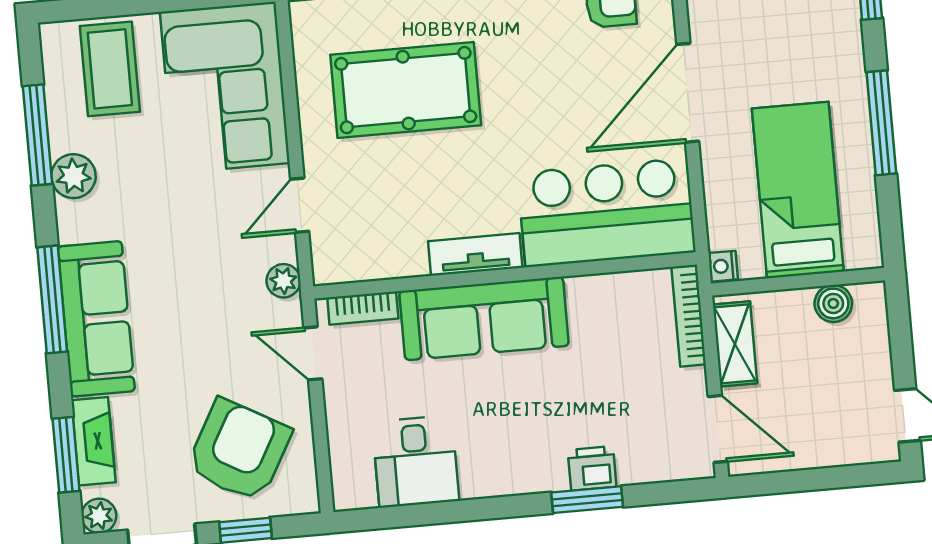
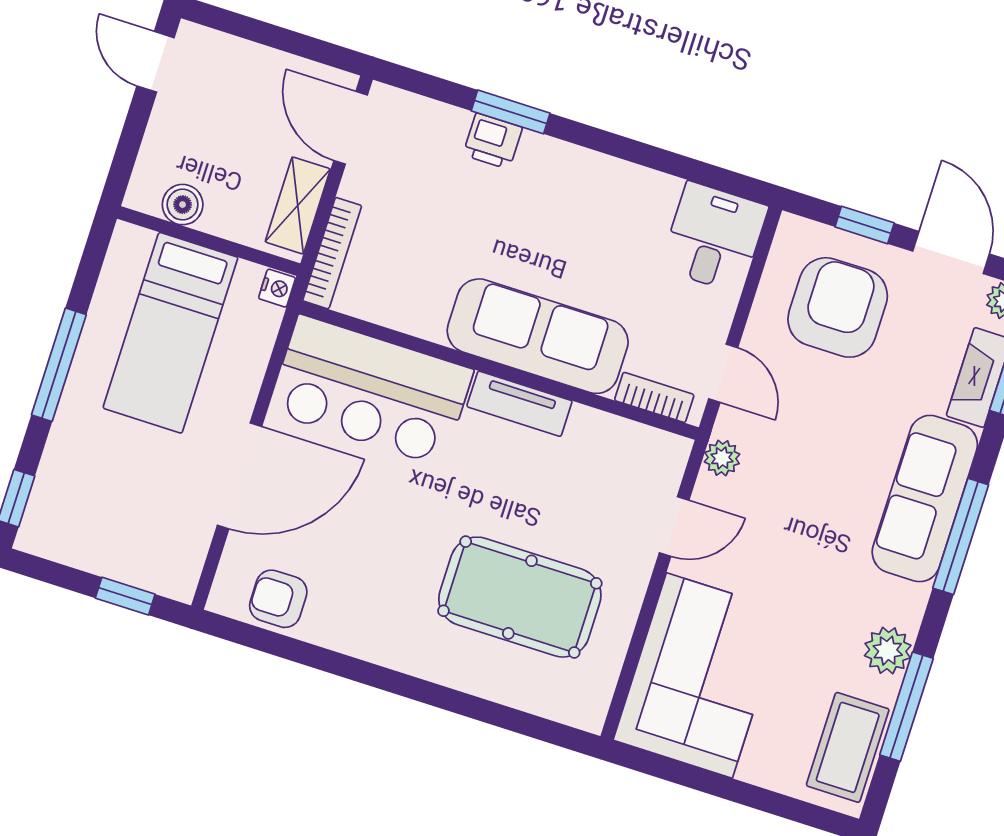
coffee table: (110, 69) -> (848, 747), moved
armchair: (239, 450) -> (838, 307), turned 151
desk: (416, 462) -> (714, 237), moved

